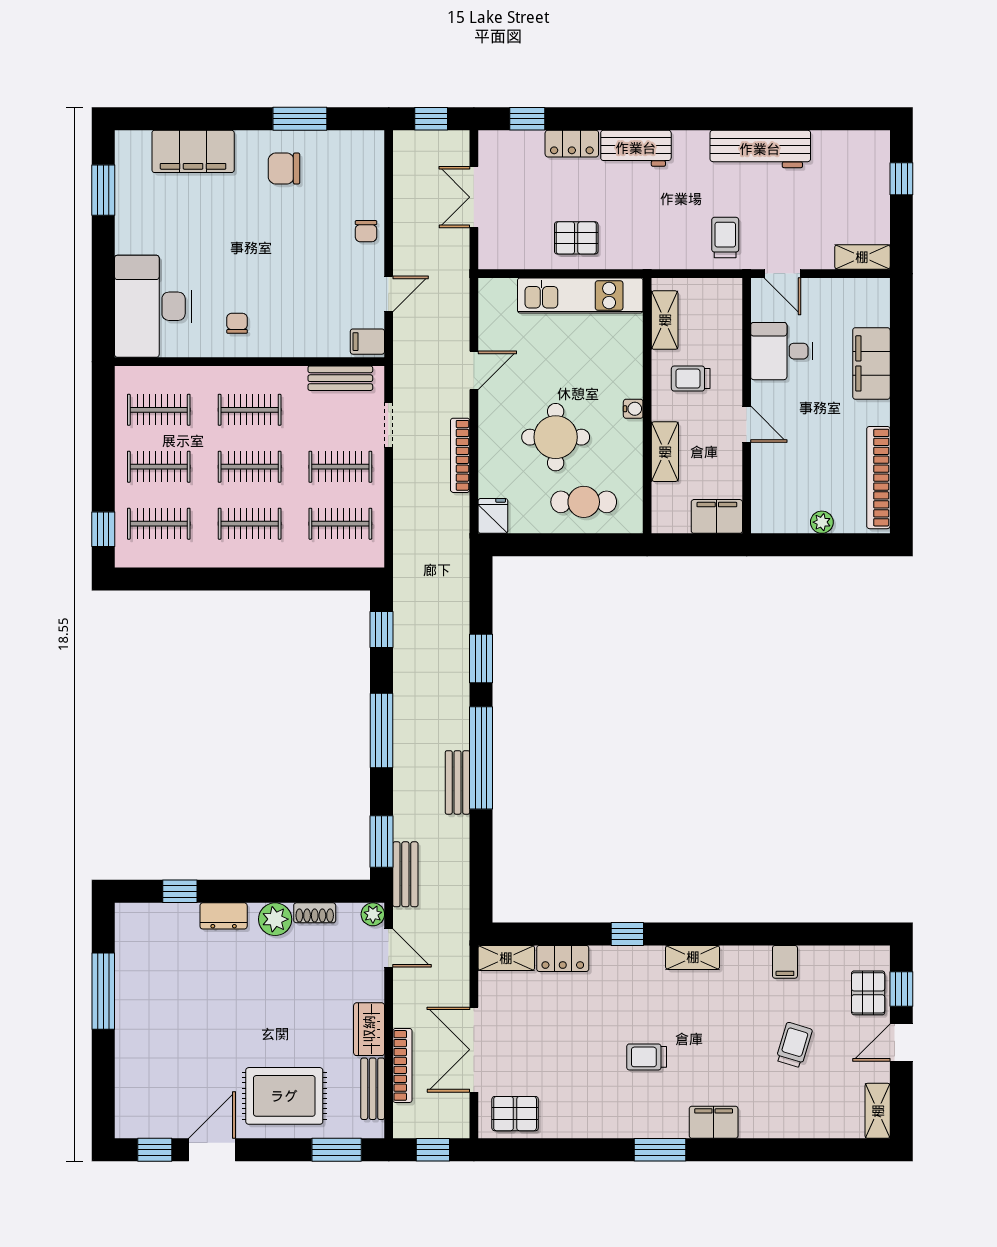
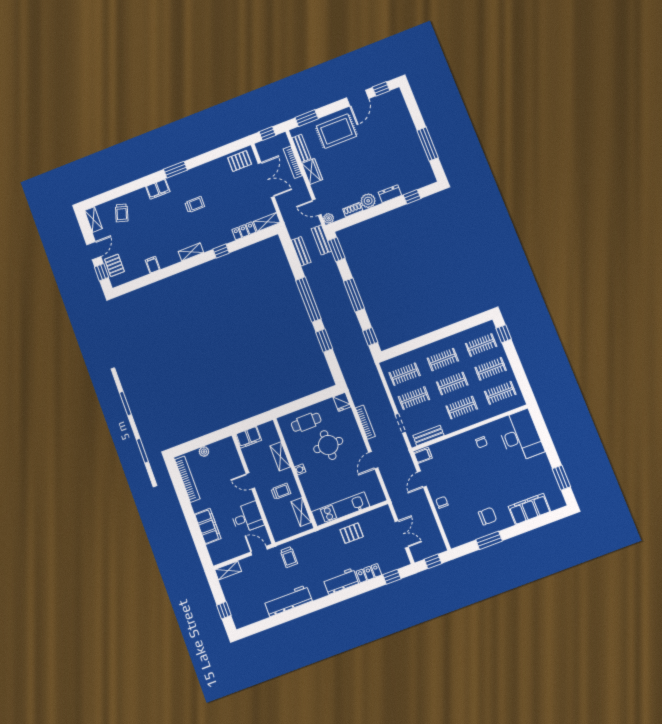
bench: (457, 782) -> (301, 251), moved
trolley: (794, 1045) -> (122, 213), moved

